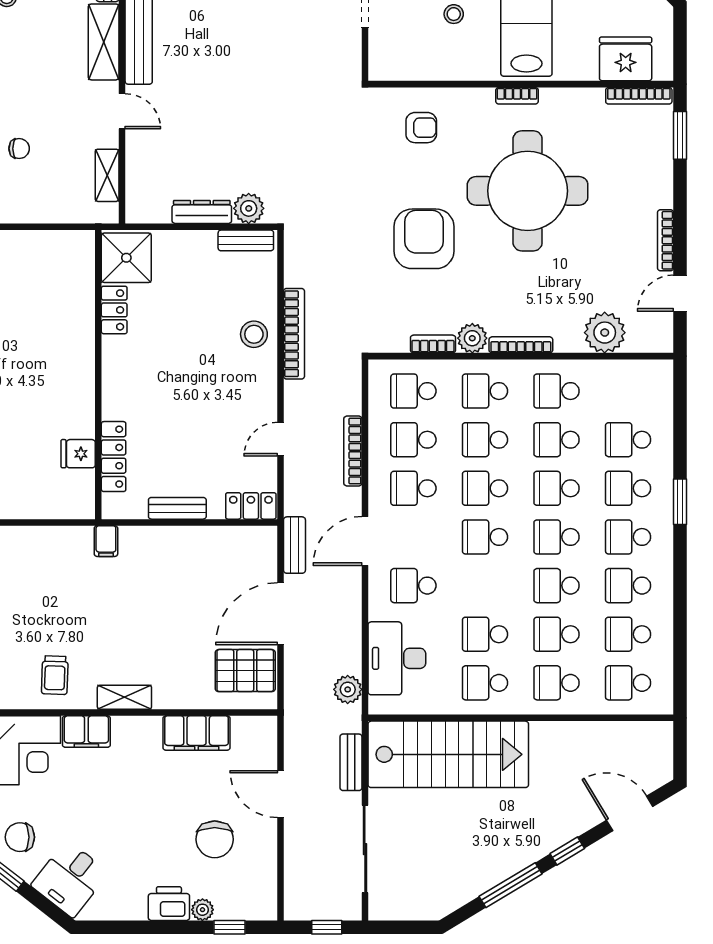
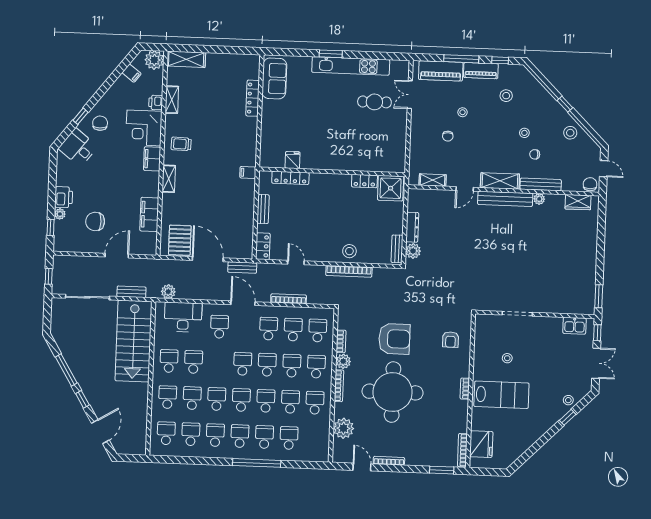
round table: (528, 191) -> (393, 392), moved
window: (680, 502) -> (257, 463), width x2.11

